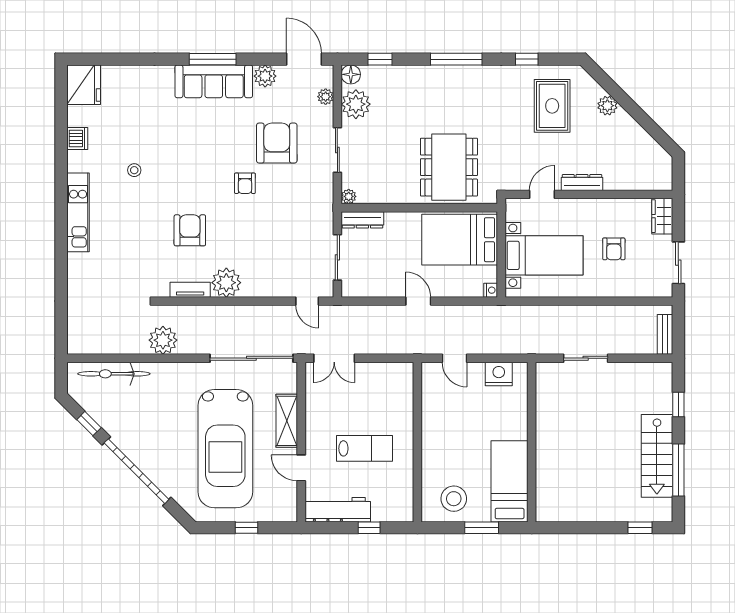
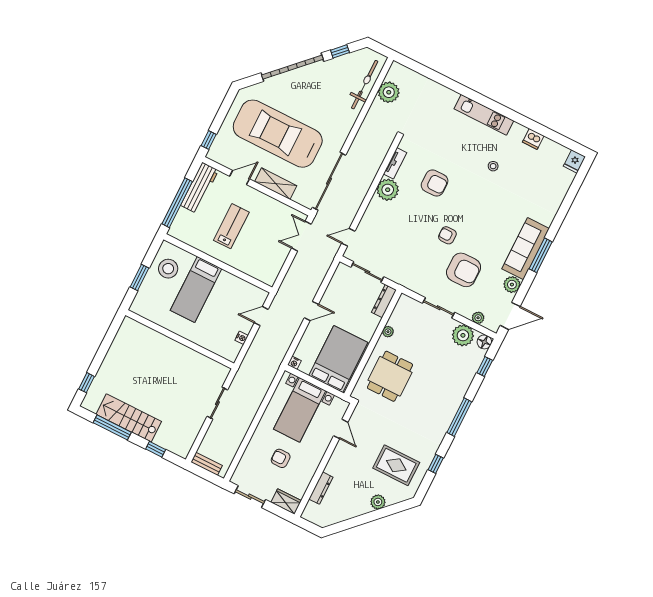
fridge: (84, 85) -> (574, 161), width x0.53, depth x0.75
dining table: (449, 167) -> (390, 376), width x0.73
dresser: (582, 183) -> (321, 488), moved
plant: (349, 196) -> (388, 332), moved
plant: (163, 340) -> (389, 92), moved
nightstand: (499, 374) -> (242, 338), width x0.53, depth x0.56
lab bench: (365, 448) -> (231, 226), turned 180
bed: (510, 481) -> (196, 289), moved, turned 90
window: (246, 528) -> (209, 140), moved
window: (369, 528) -> (177, 203), width x3.17

